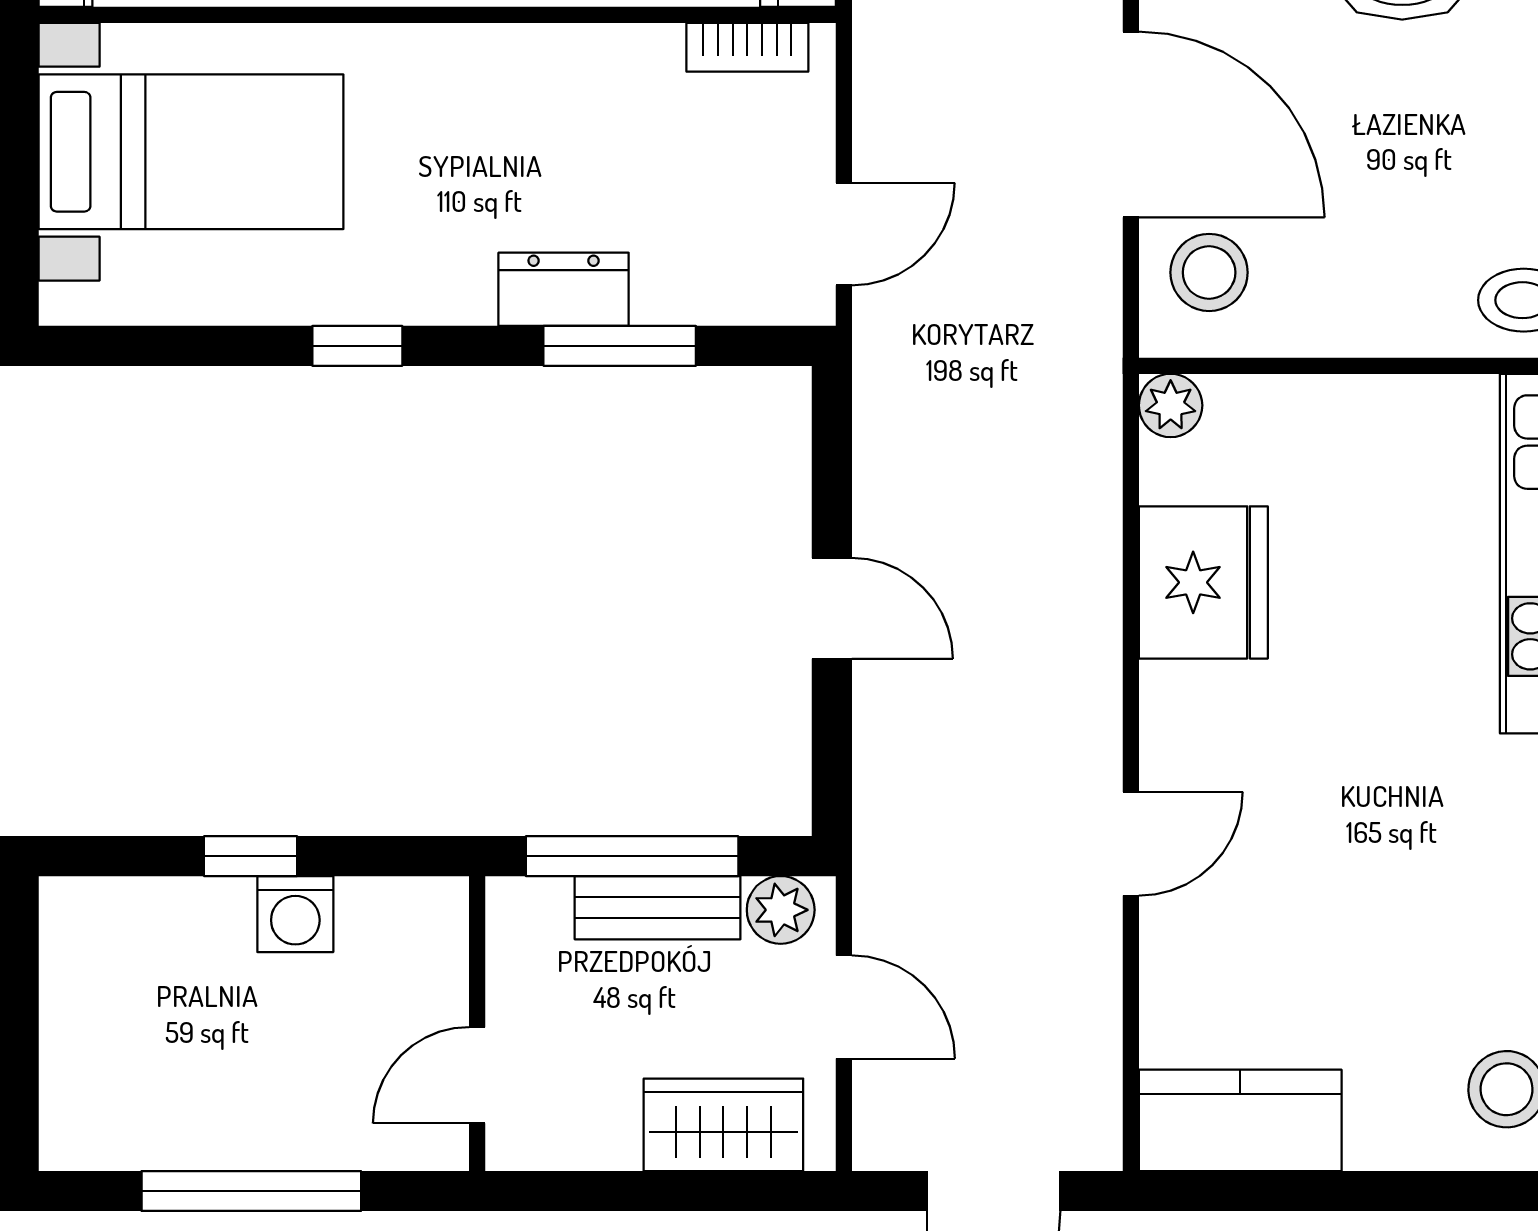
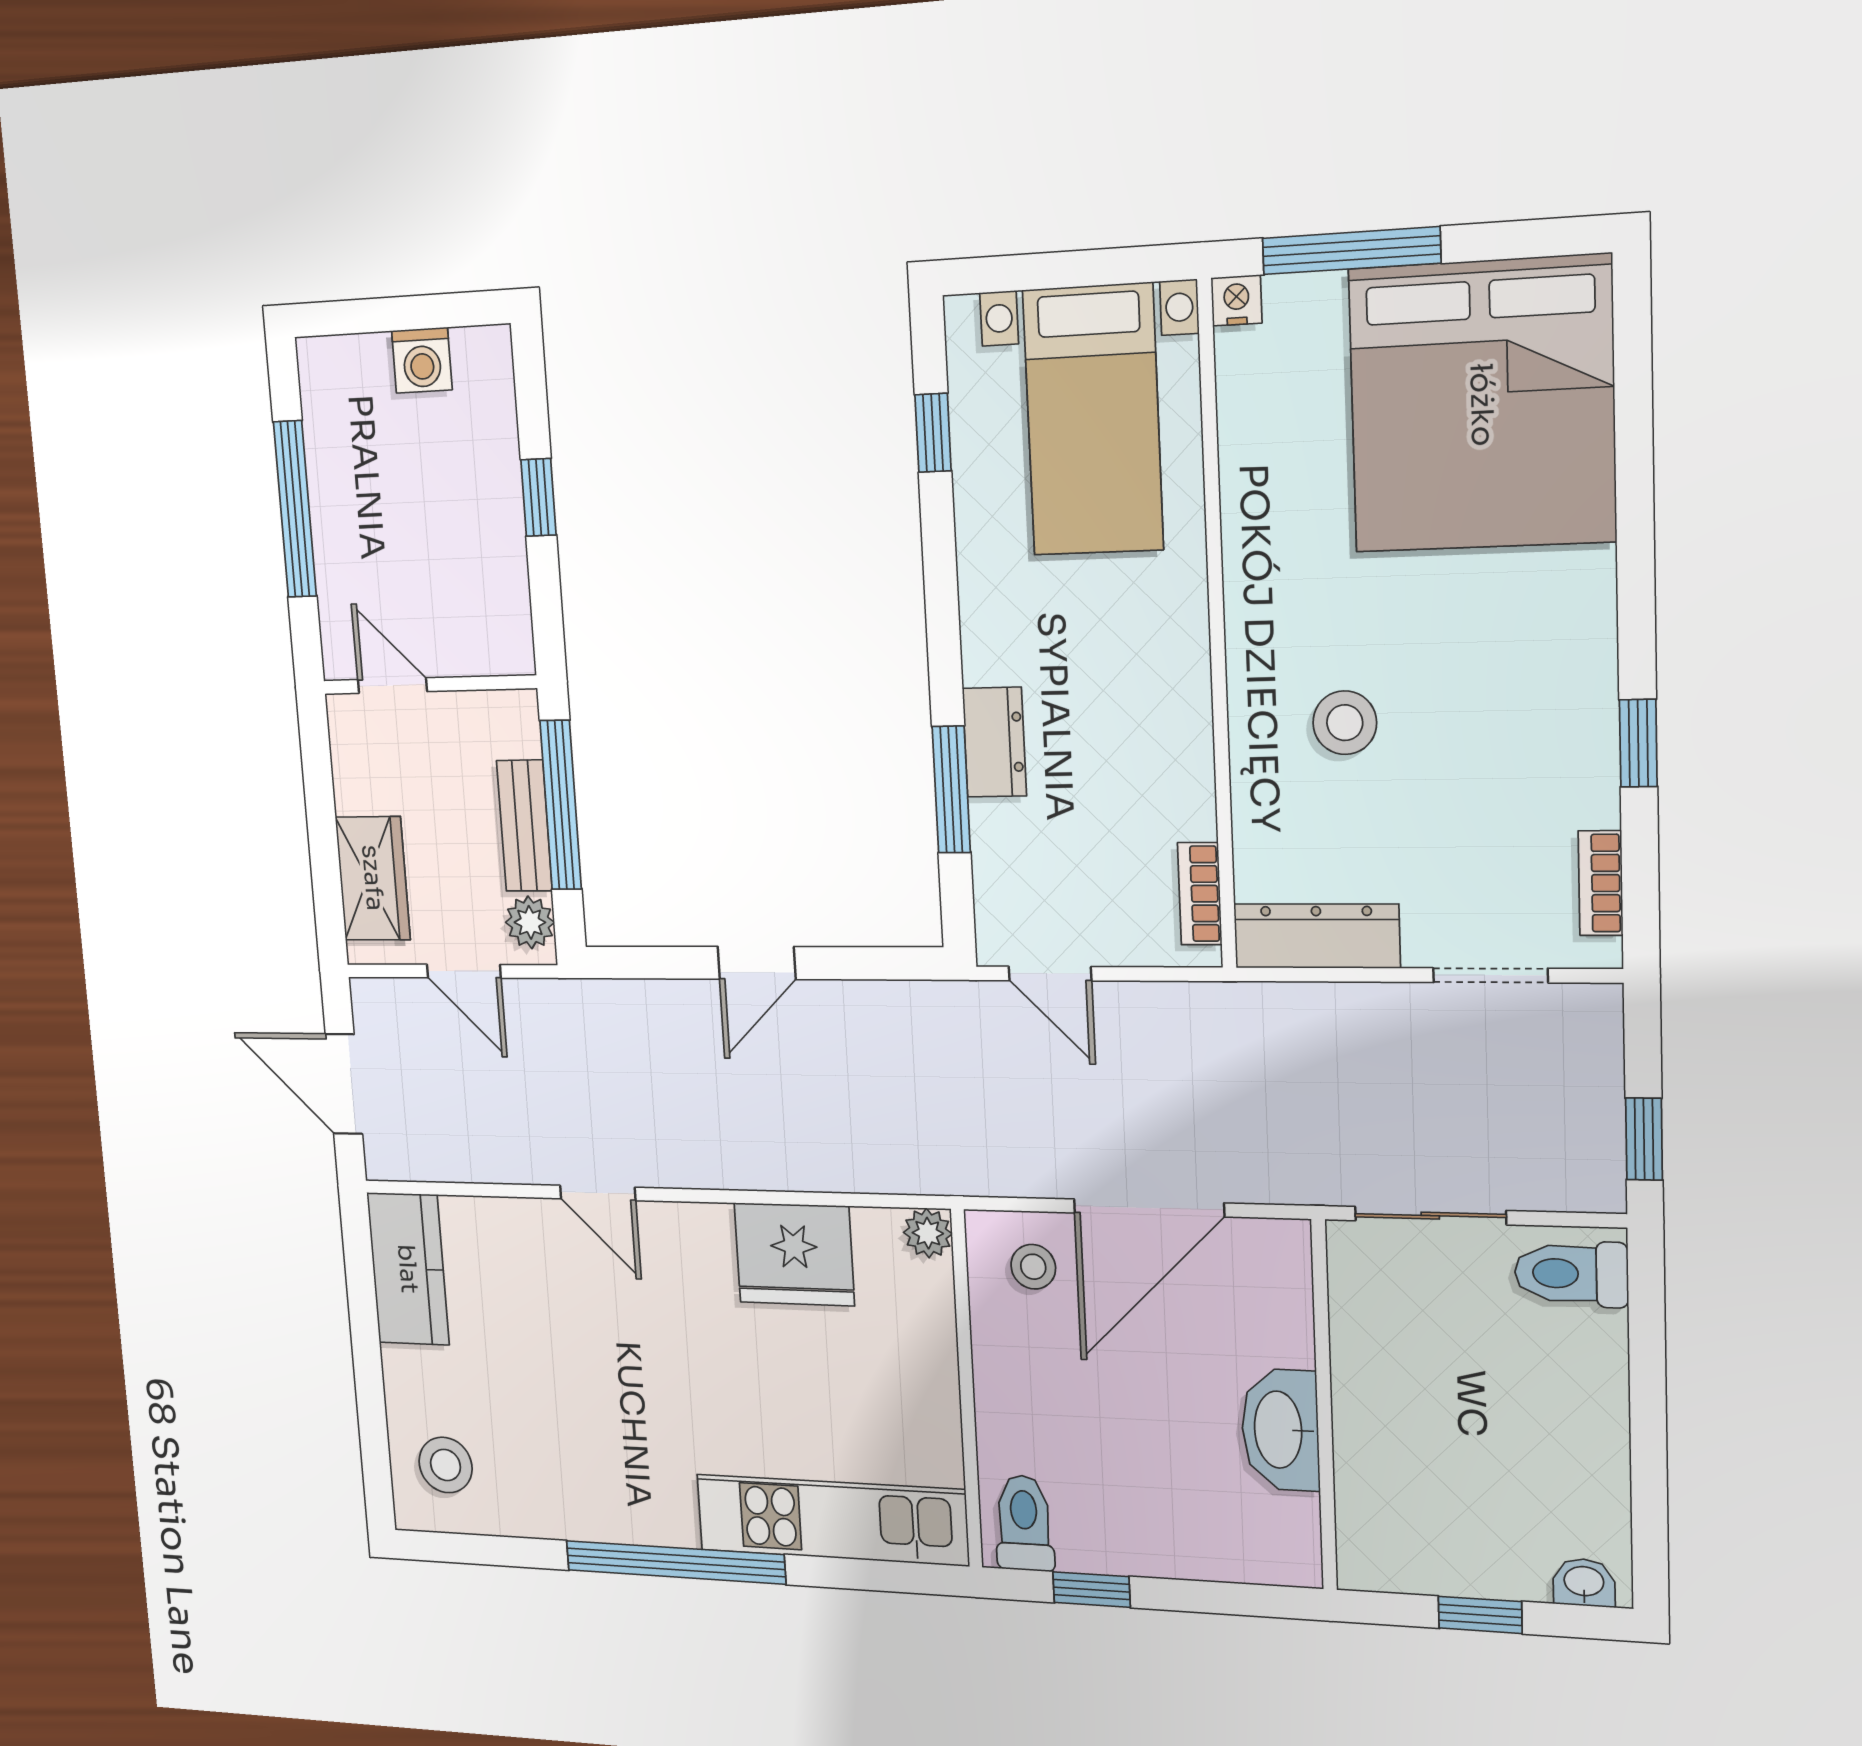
stool: (1209, 272) -> (1033, 1267), width x0.73, depth x0.73
window: (357, 346) -> (933, 433), moved
washing machine: (295, 914) -> (422, 360), moved, turned -90
door: (844, 1007) -> (464, 971), hinge flipped

